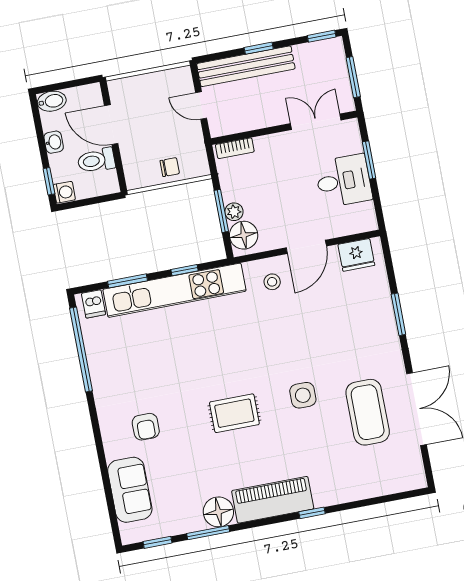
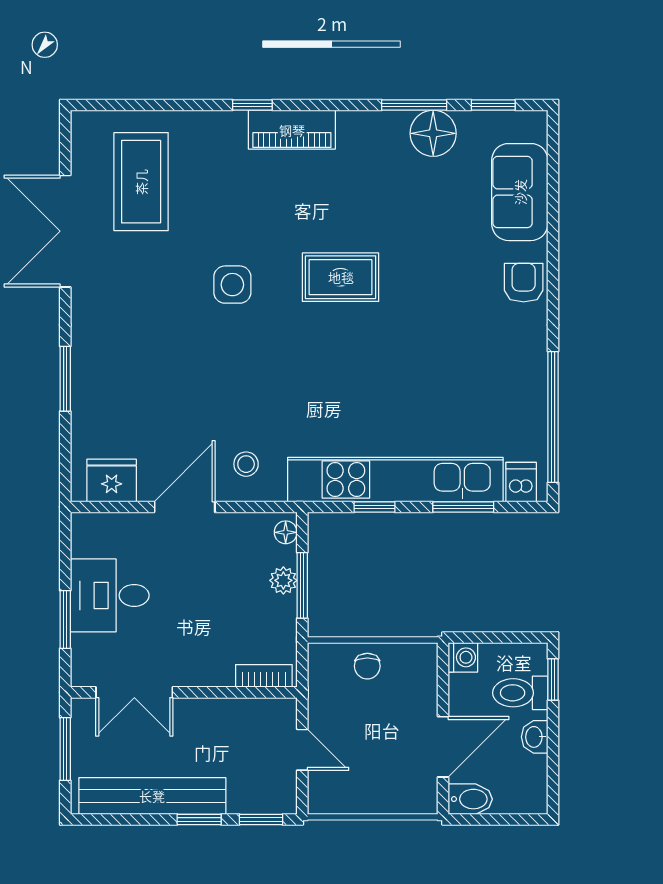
window: (322, 36) -> (261, 819), moved
bench: (246, 66) -> (152, 796), moved
bidet: (52, 101) -> (470, 799), moved, turned 180
door: (111, 125) -> (443, 747), hinge flipped
toilet: (96, 160) -> (520, 693), moved, turned 180
chair: (170, 167) -> (367, 666), turned -90
washing machine: (64, 192) -> (463, 657), moved, turned 180
floor lamp: (244, 235) -> (286, 532), width x0.53, depth x0.53
coffee table: (368, 412) -> (141, 182), moved
armchair: (146, 427) -> (524, 283), moved
piano: (273, 500) -> (292, 130), width x0.73, depth x0.75
floor lamp: (218, 512) -> (433, 133), moved

